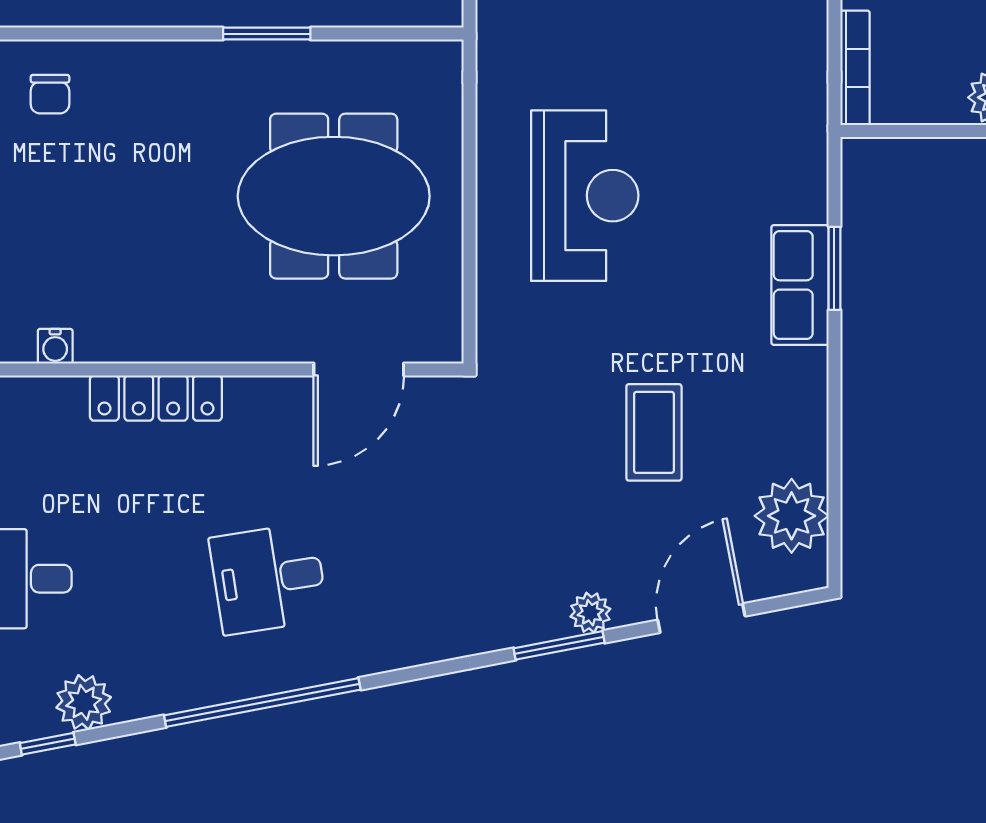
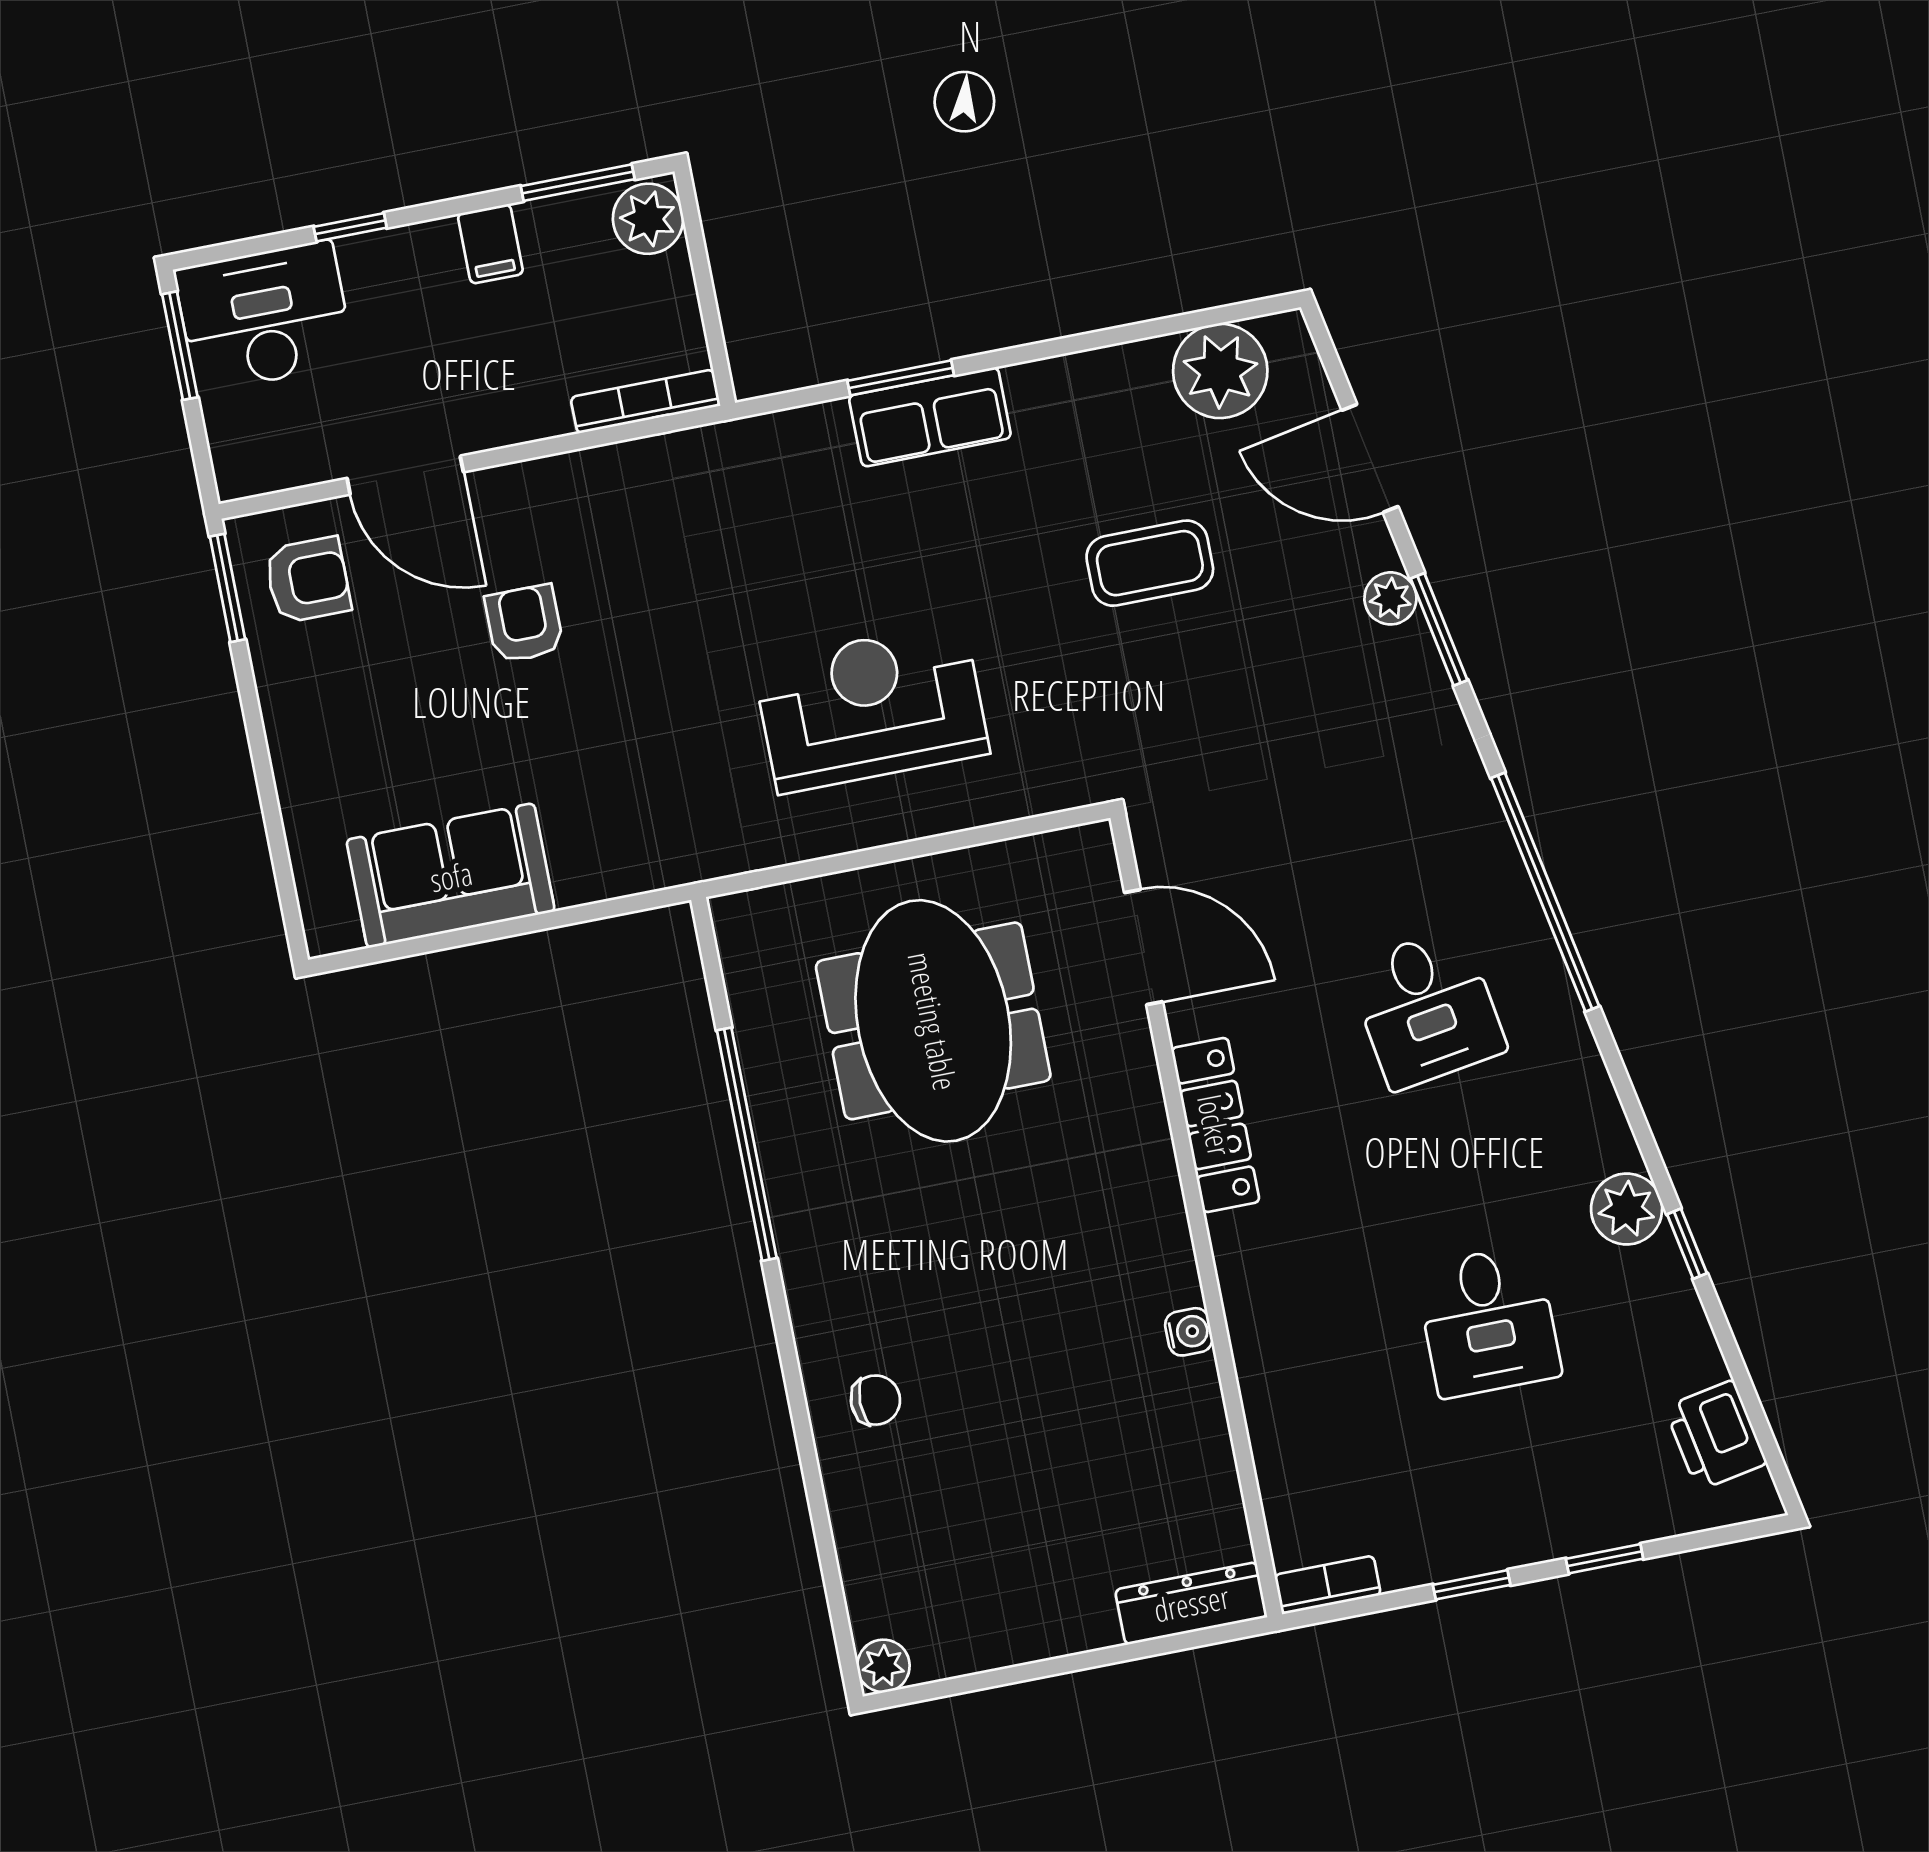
window: (267, 34) -> (747, 1144), width x2.11
locker: (156, 398) -> (1215, 1125), moved
window: (262, 702) -> (1545, 892), moved

